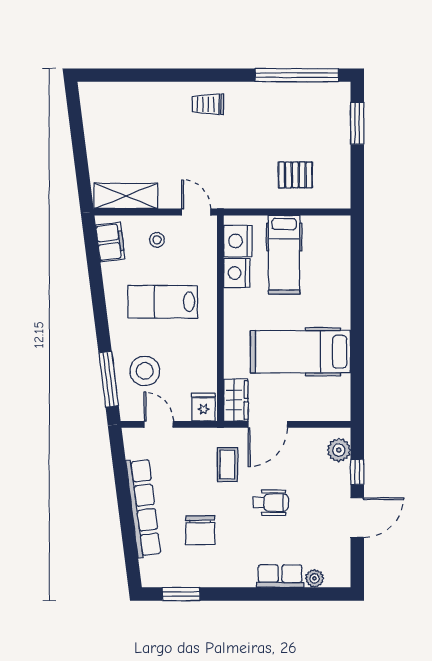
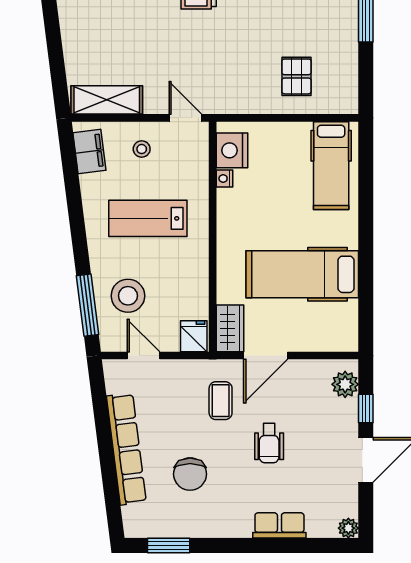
pallet: (295, 175) -> (296, 76), turned 90
hospital bed: (284, 255) -> (331, 166), moved
nightstand: (237, 273) -> (224, 178), width x0.53, depth x0.56
wheelchair: (271, 503) -> (269, 443), turned 90
plant: (315, 578) -> (348, 528), moved

